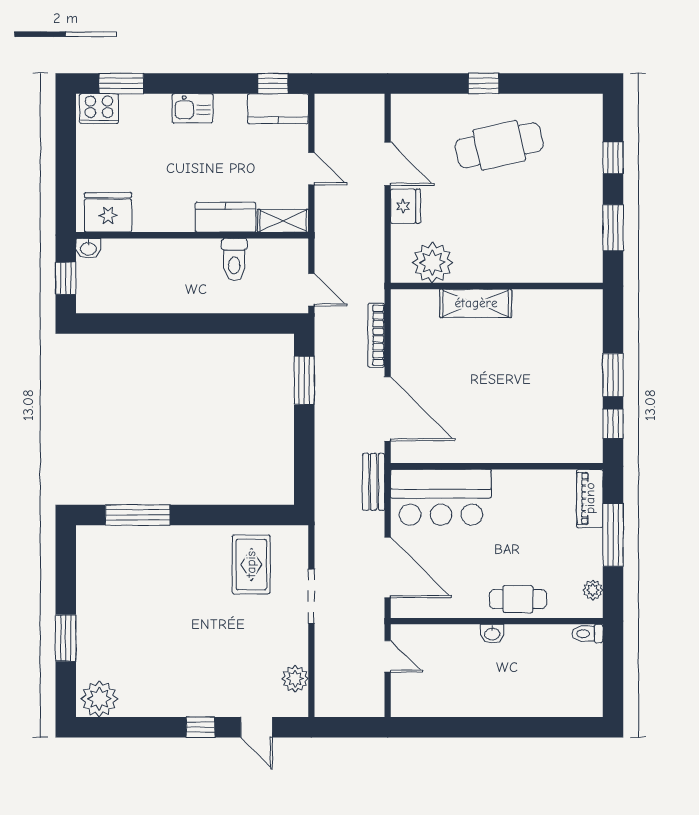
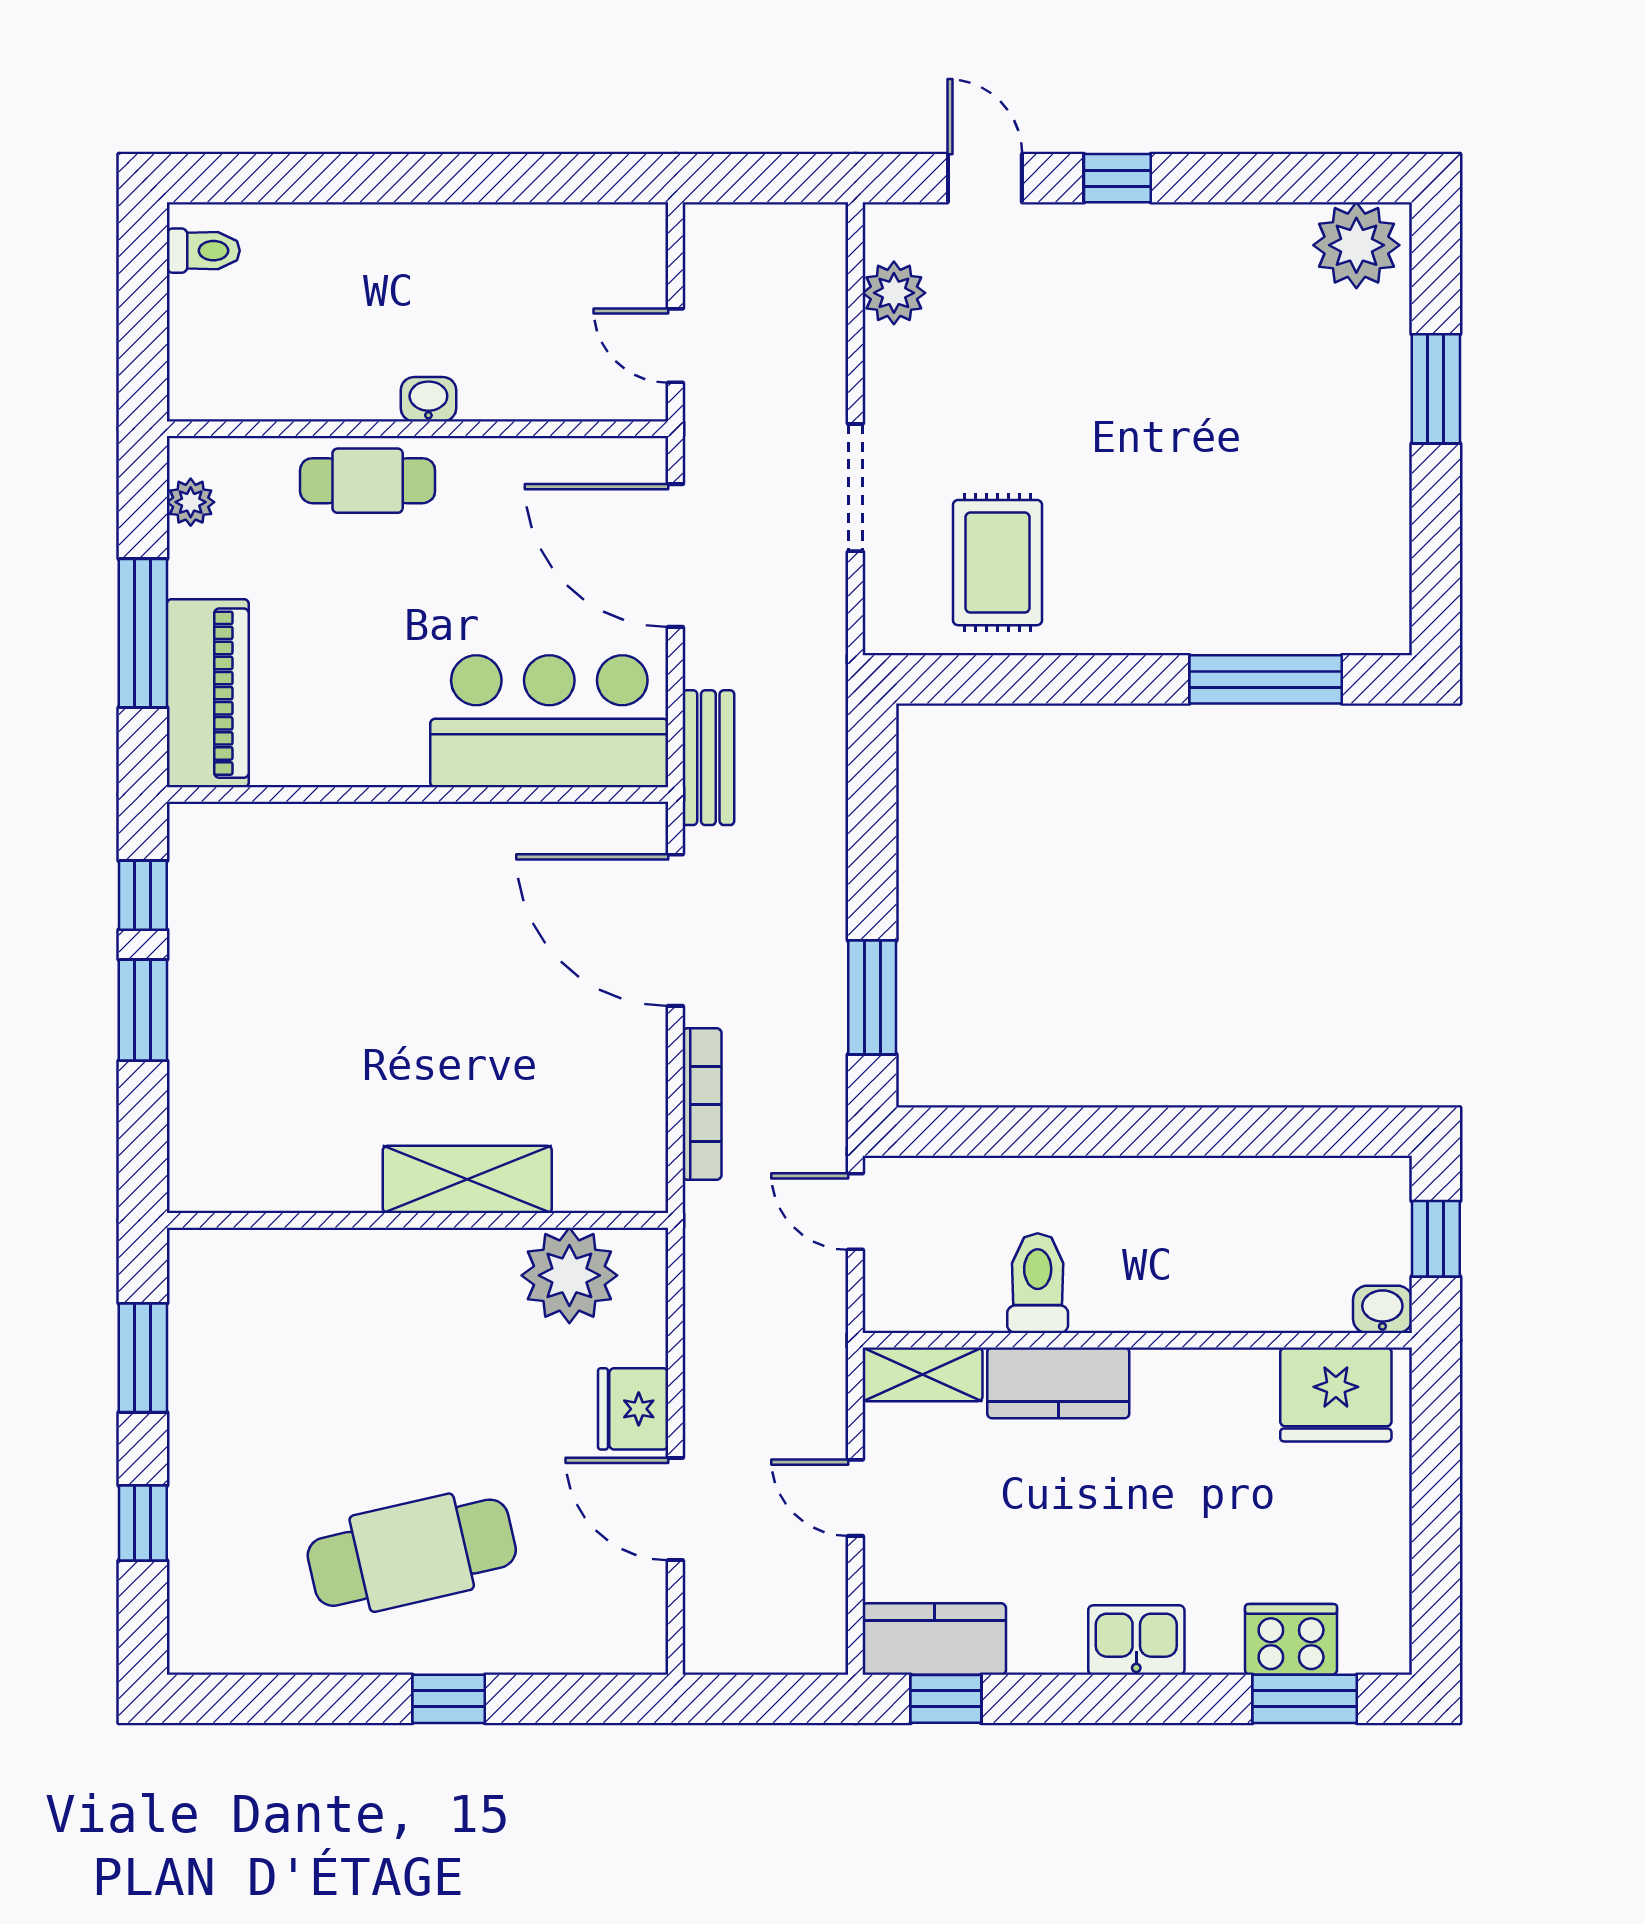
cooker: (99, 109) -> (1291, 1639), moved
piano: (590, 498) -> (208, 693), width x1.37, depth x1.33
toilet: (587, 634) -> (203, 251), moved

